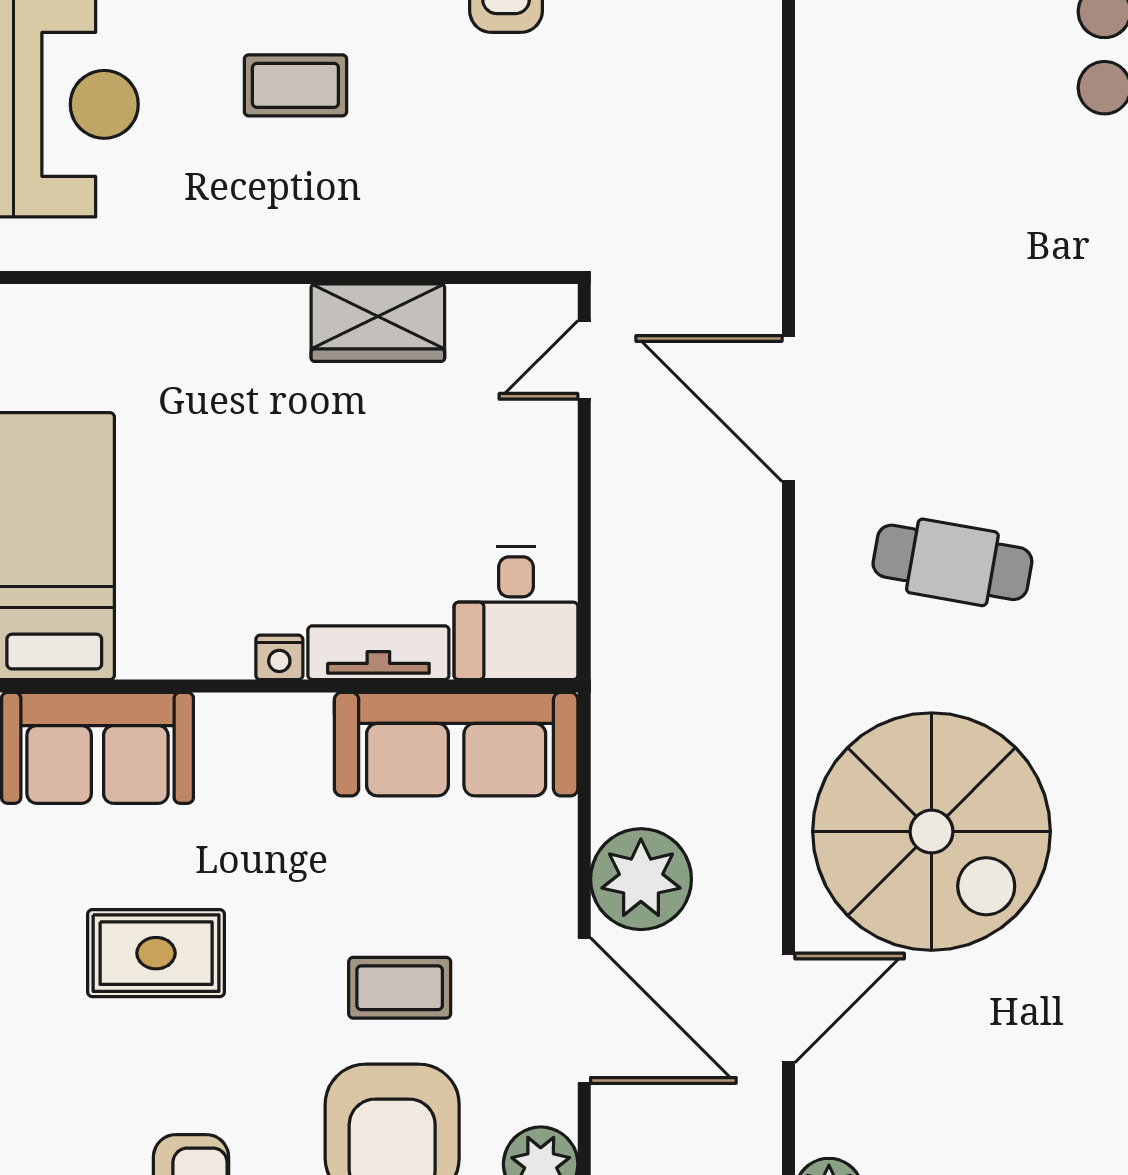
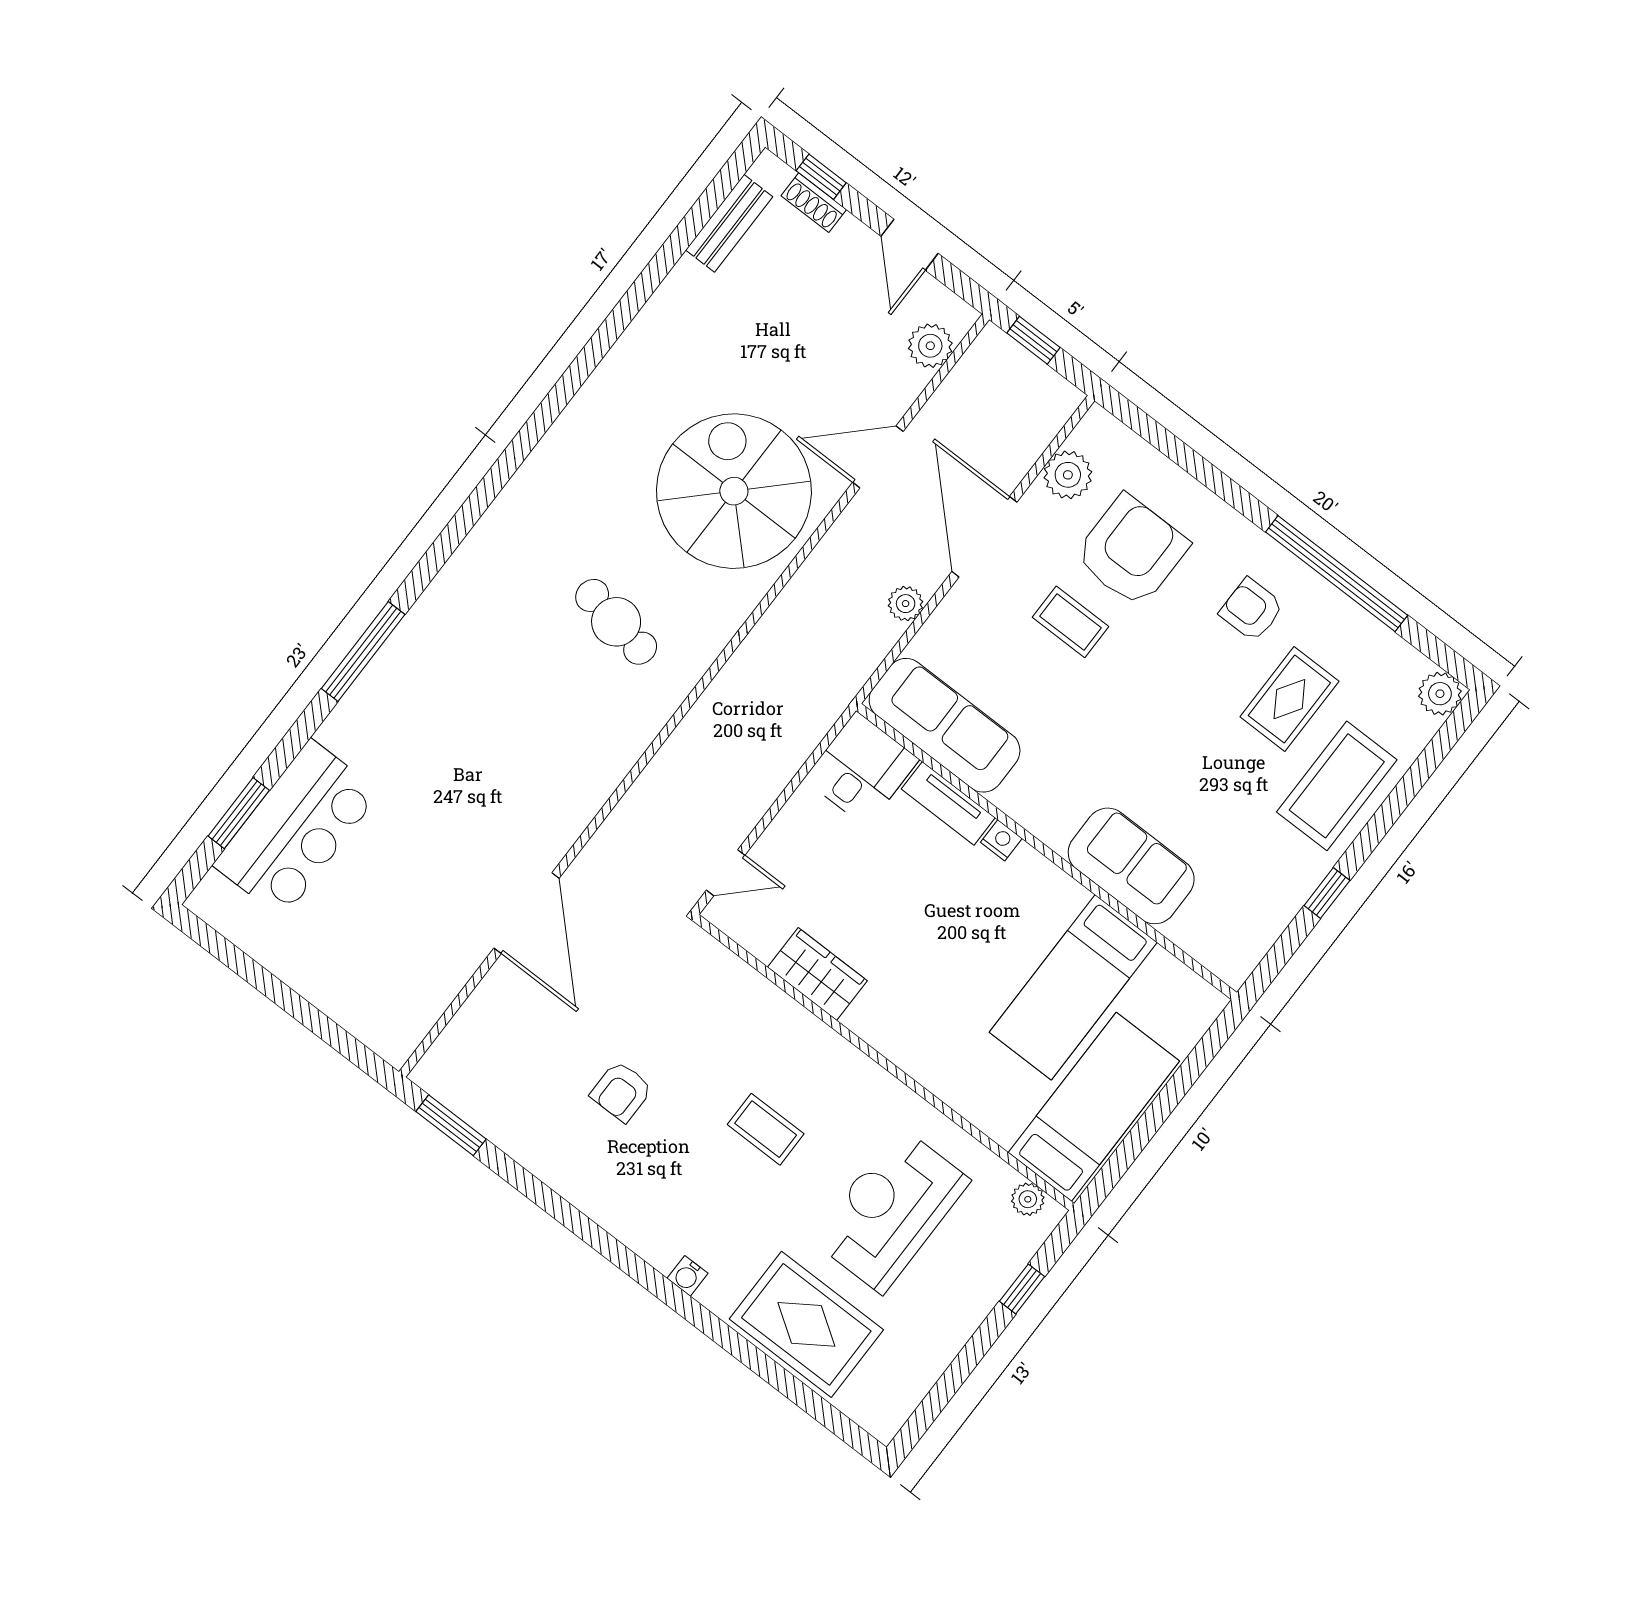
door: (788, 409) -> (527, 913), moved
plant: (641, 879) -> (906, 604), width x0.53, depth x0.53
rug: (156, 953) -> (1289, 699), moved, turned 90

